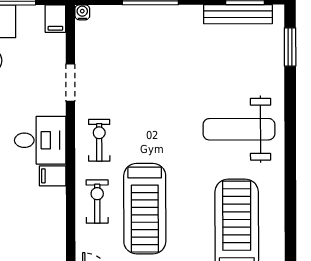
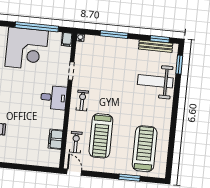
weight bench: (239, 129) -> (155, 81), moved
filing cabinet: (53, 176) -> (56, 139), moved, width x2.00
exercise bike: (97, 201) -> (76, 142), moved

